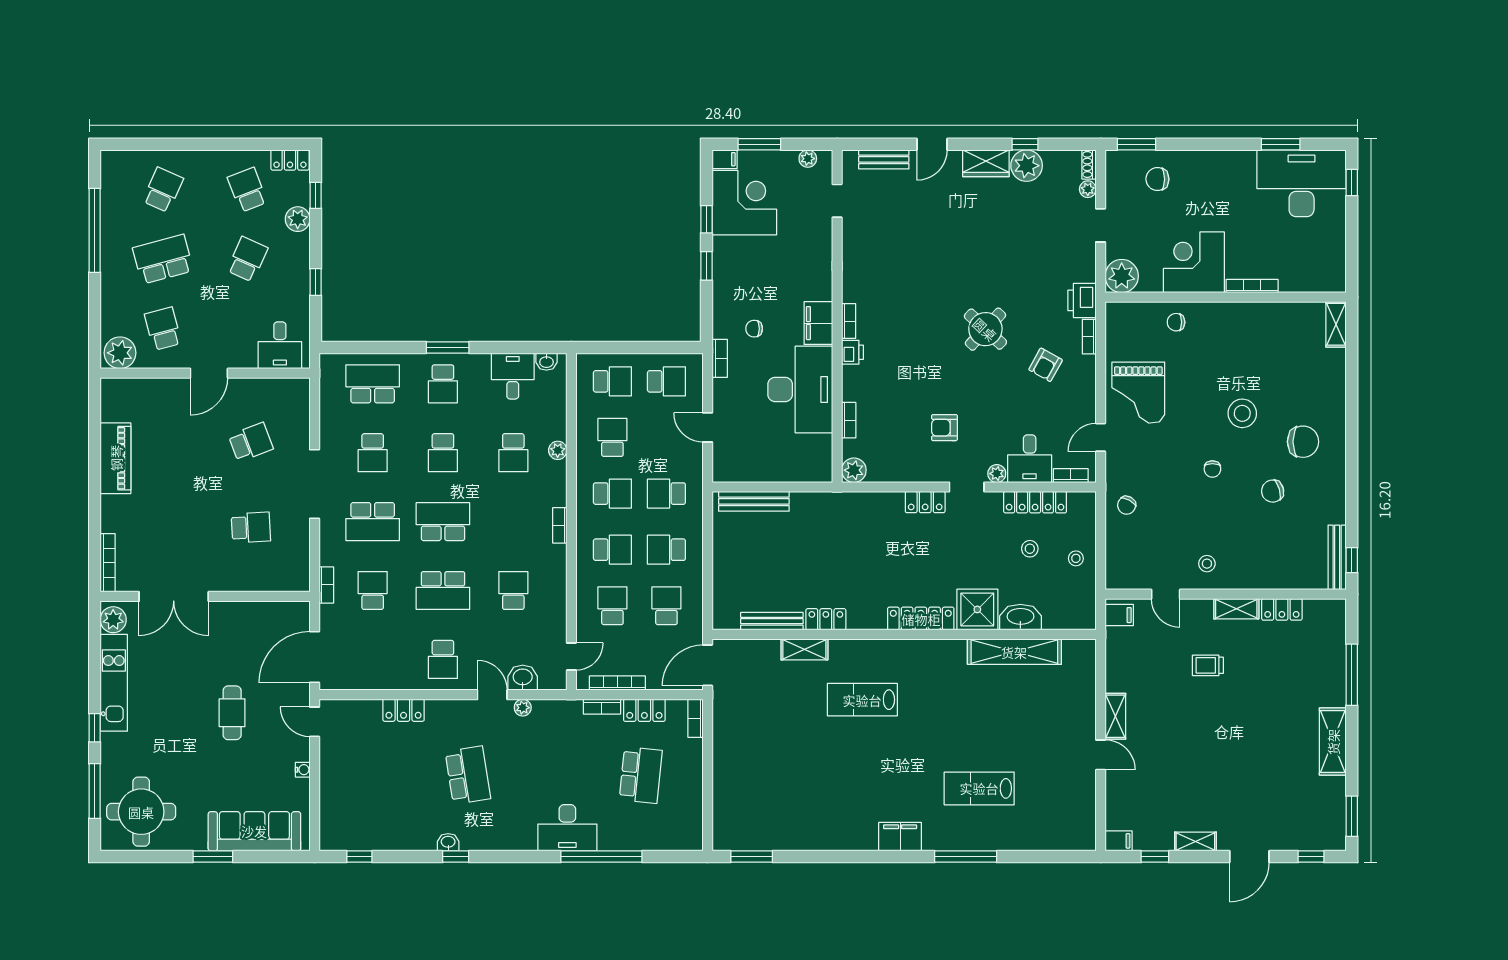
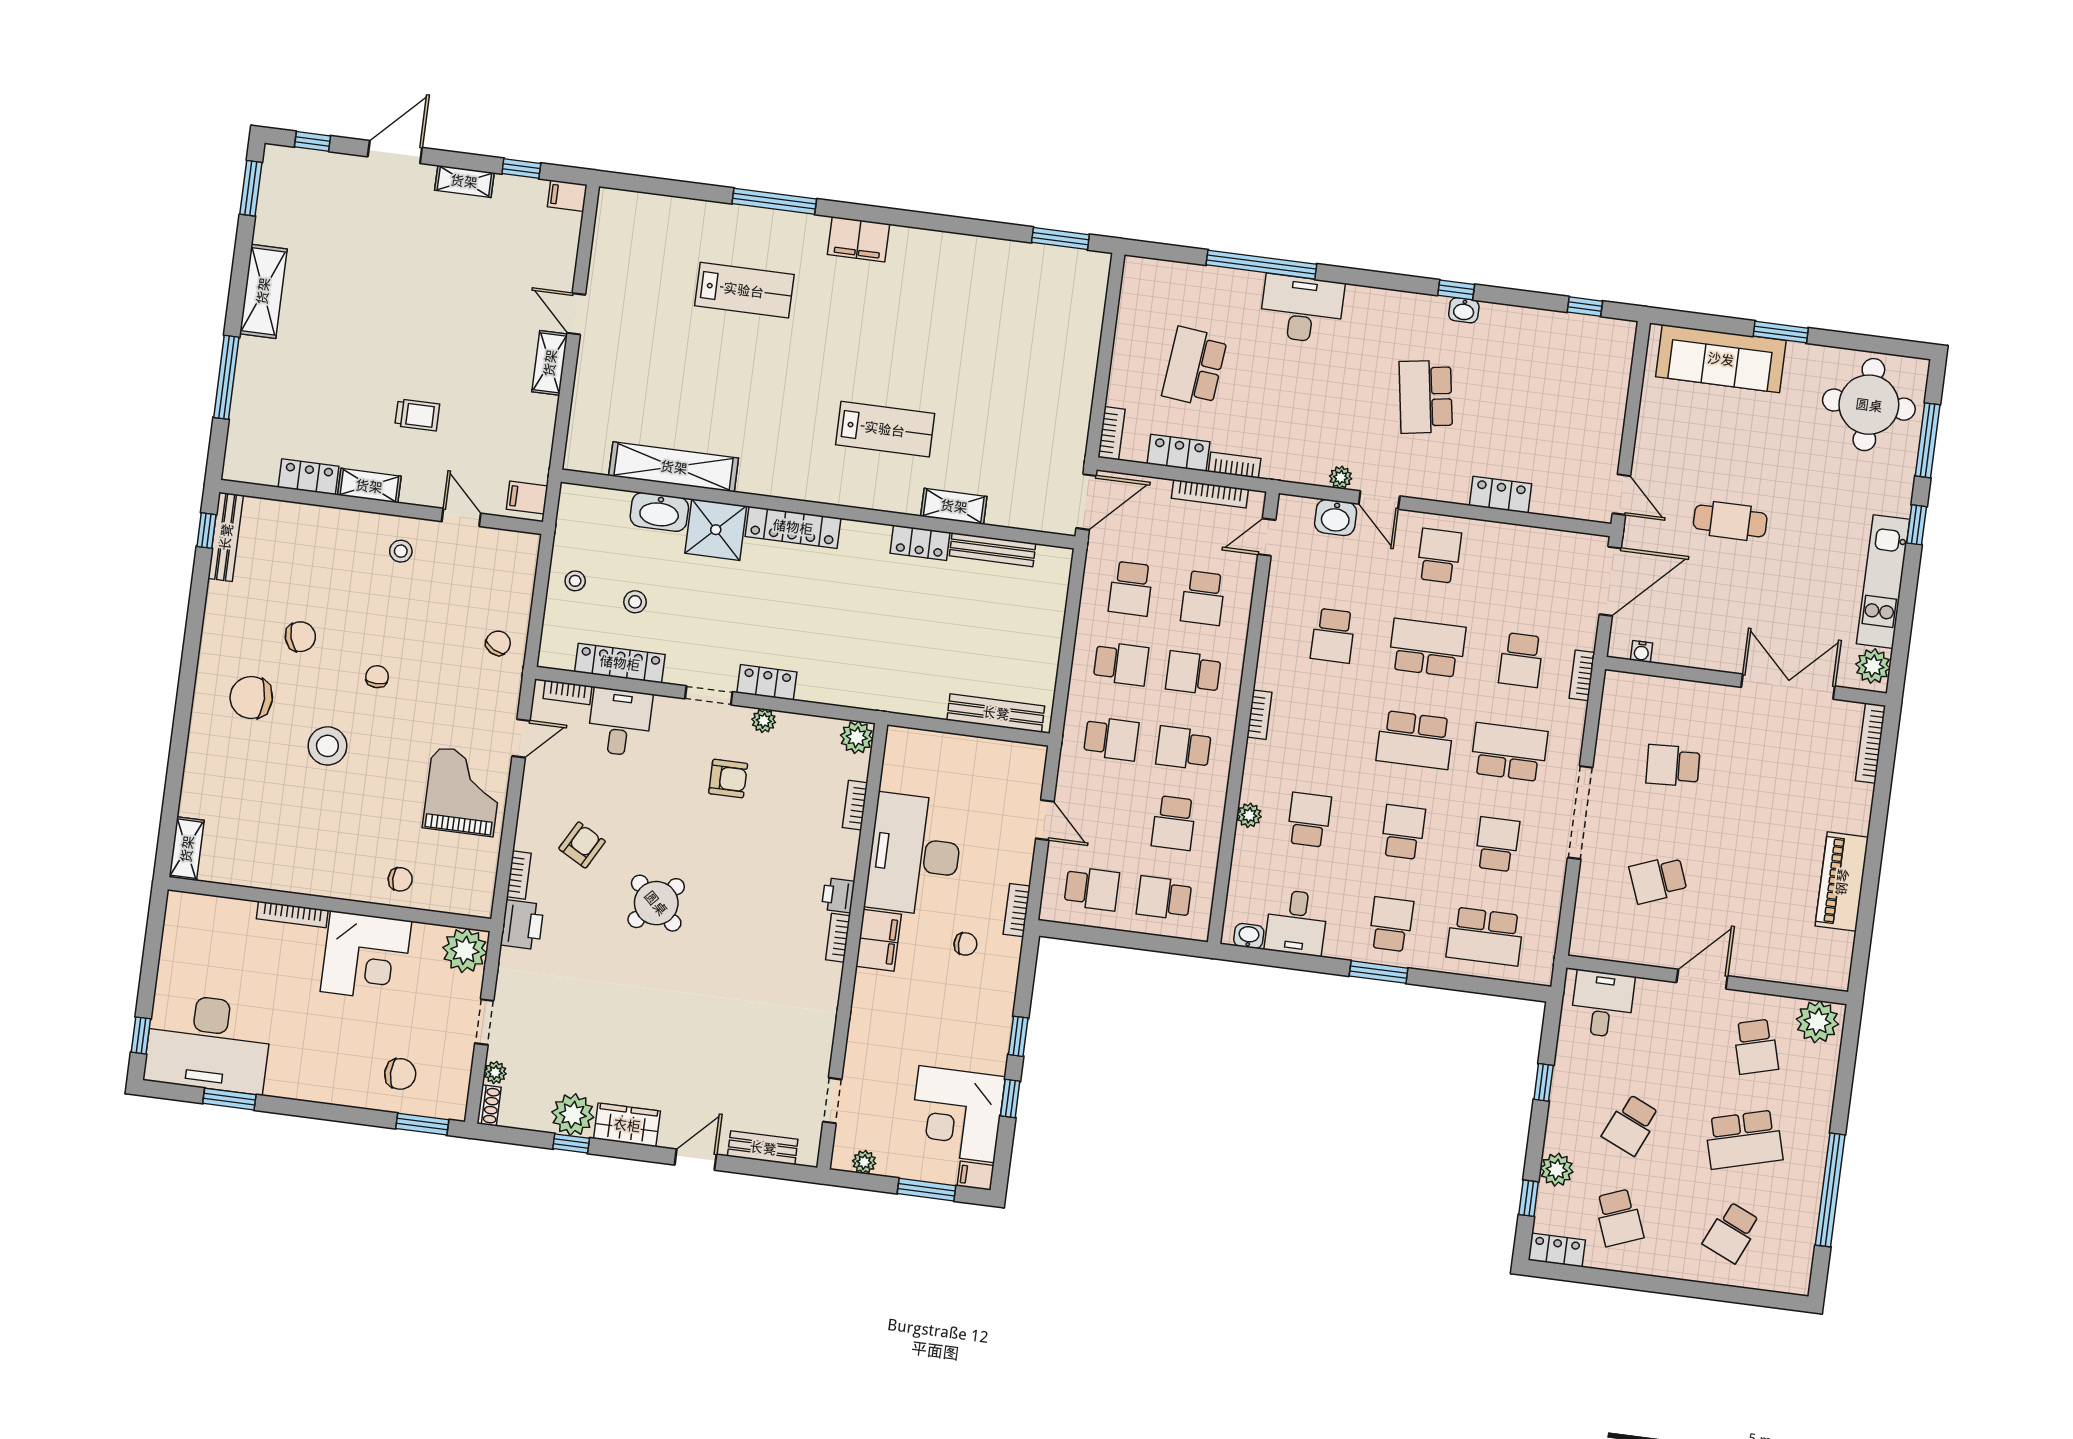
school desk: (666, 381) -> (1092, 889), turned 180
plant: (997, 474) -> (764, 721), moved
cafe table: (232, 713) -> (1730, 521), turned 90
water cooler: (303, 770) -> (1641, 652), moved, turned -90

